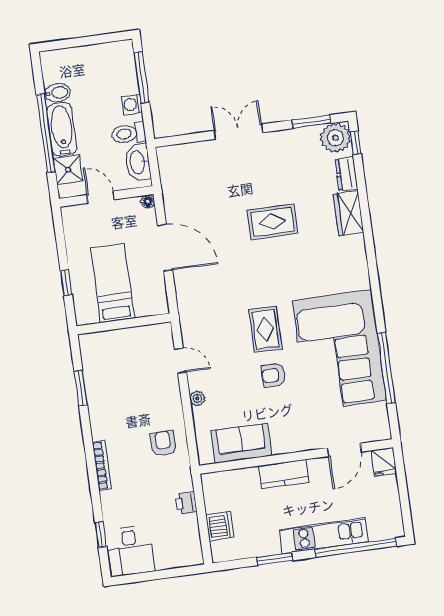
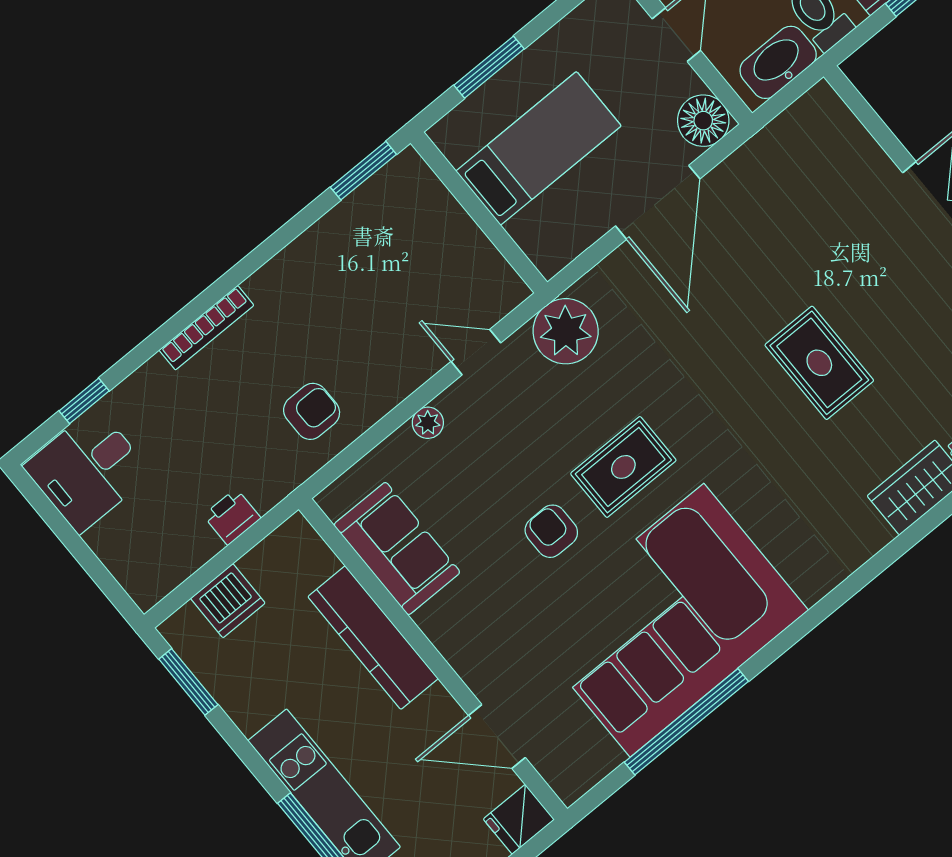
floor lamp: (148, 201) -> (703, 121), width x1.89, depth x1.89
window: (66, 283) -> (489, 67), width x1.50
plant: (195, 318) -> (566, 331), added
door: (180, 361) -> (476, 352), swing flipped
window: (81, 388) -> (363, 171), moved
kitchen counter: (284, 474) -> (373, 638), width x1.50
window: (275, 559) -> (188, 682), moved

